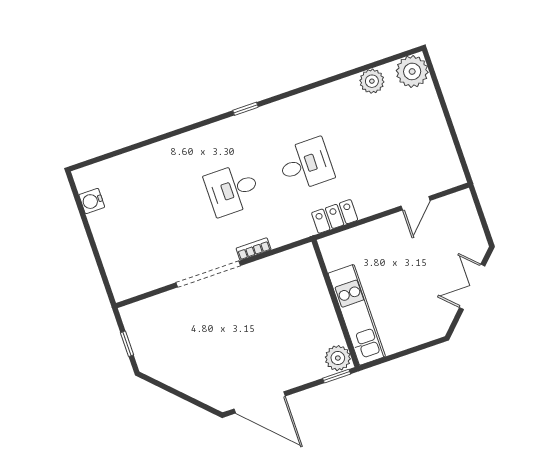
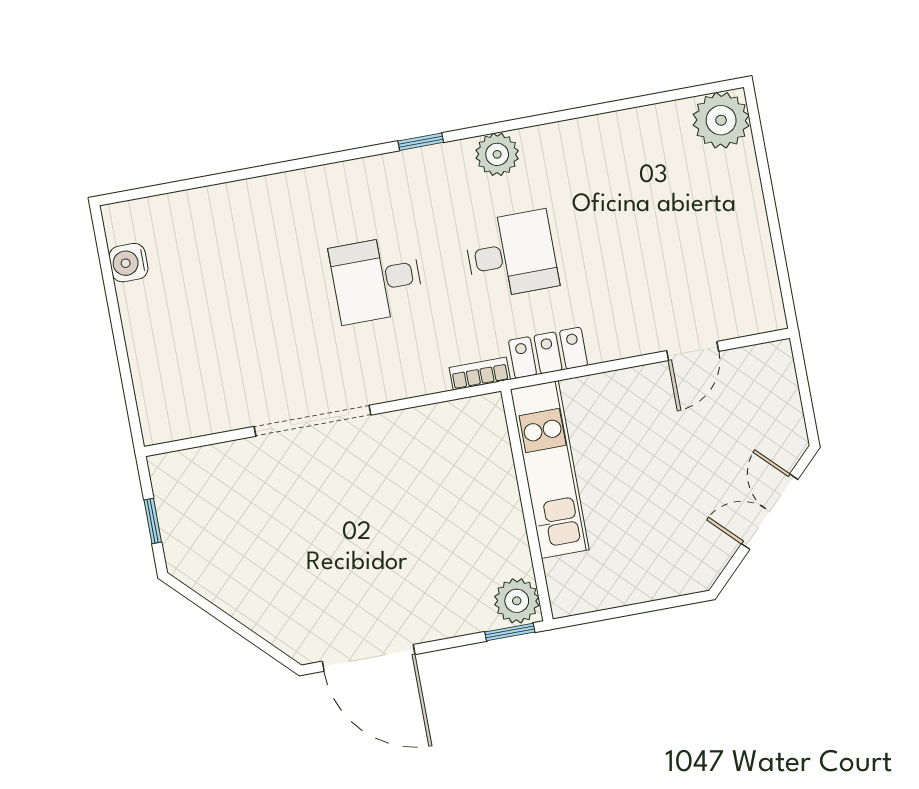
plant: (372, 81) -> (497, 154), moved
bookcase: (254, 249) -> (480, 374), moved
kitchen unit: (357, 315) -> (550, 469), moved

